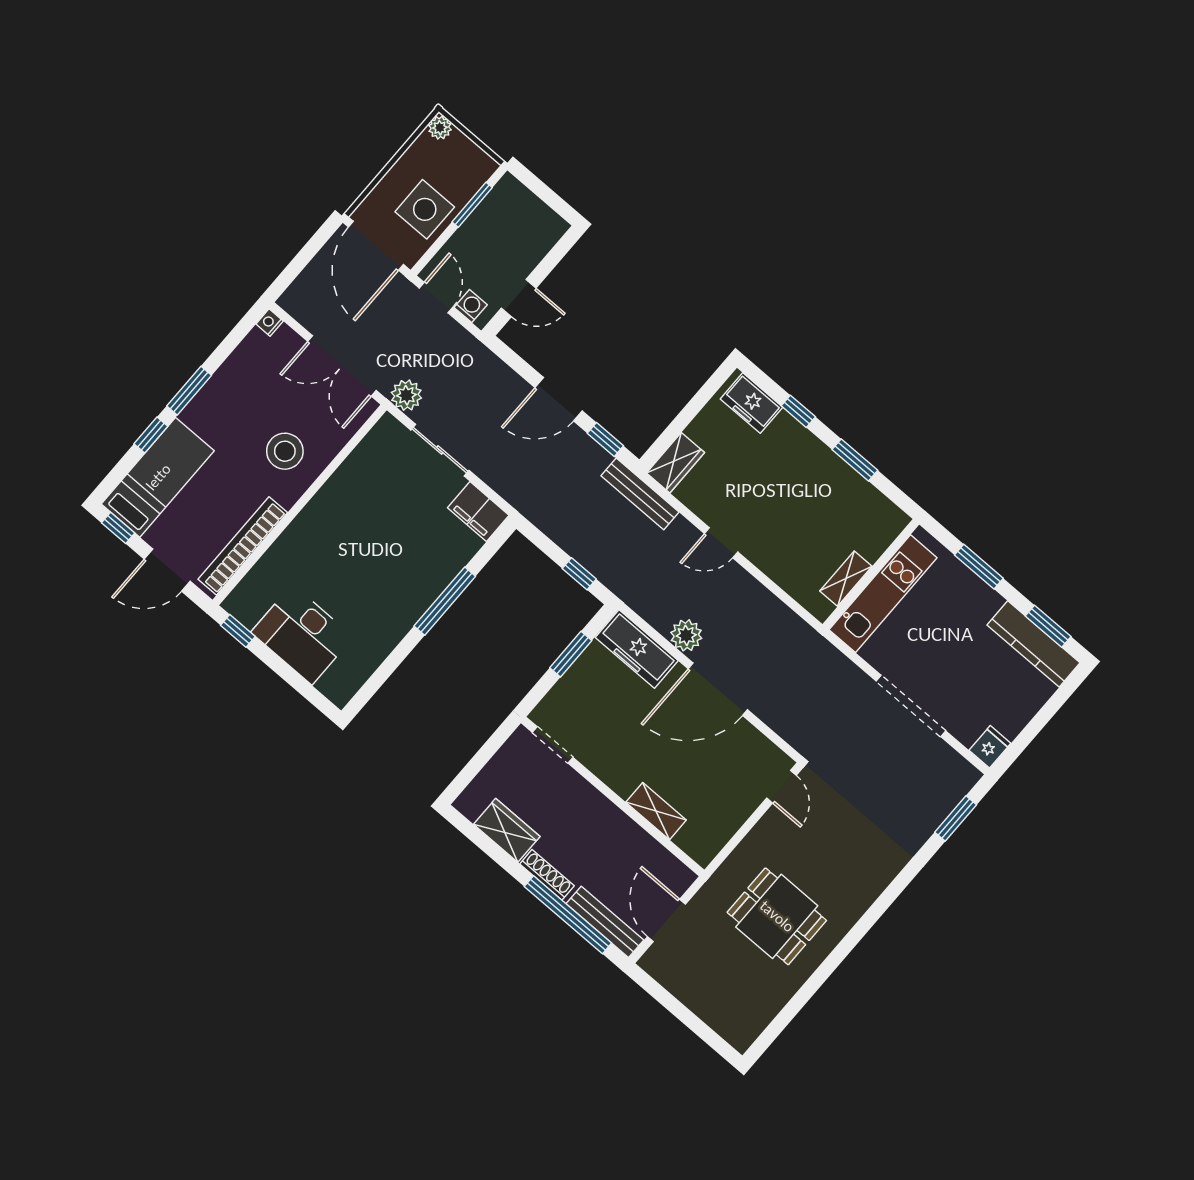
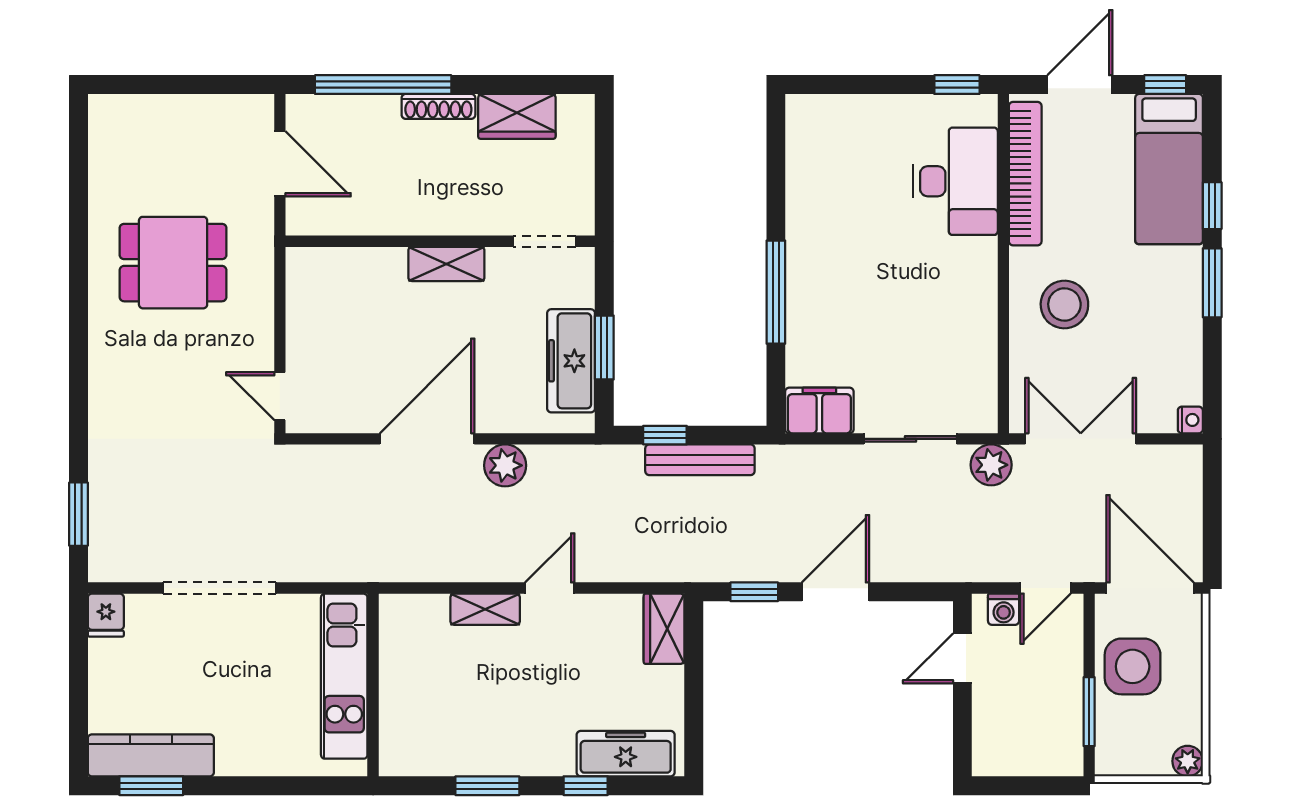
door: (436, 298) -> (1045, 588), hinge flipped
freezer: (751, 403) -> (626, 754), width x1.40
bench: (640, 494) -> (700, 460), moved
window: (979, 567) -> (272, 786), removed
shelving: (846, 579) -> (485, 609), moved, turned 90
desk: (302, 635) -> (956, 181), moved, turned 90
freezer: (637, 649) -> (571, 361), moved, turned -90
shelving: (656, 811) -> (446, 264), moved
bench: (605, 922) -> (340, 109), removed

